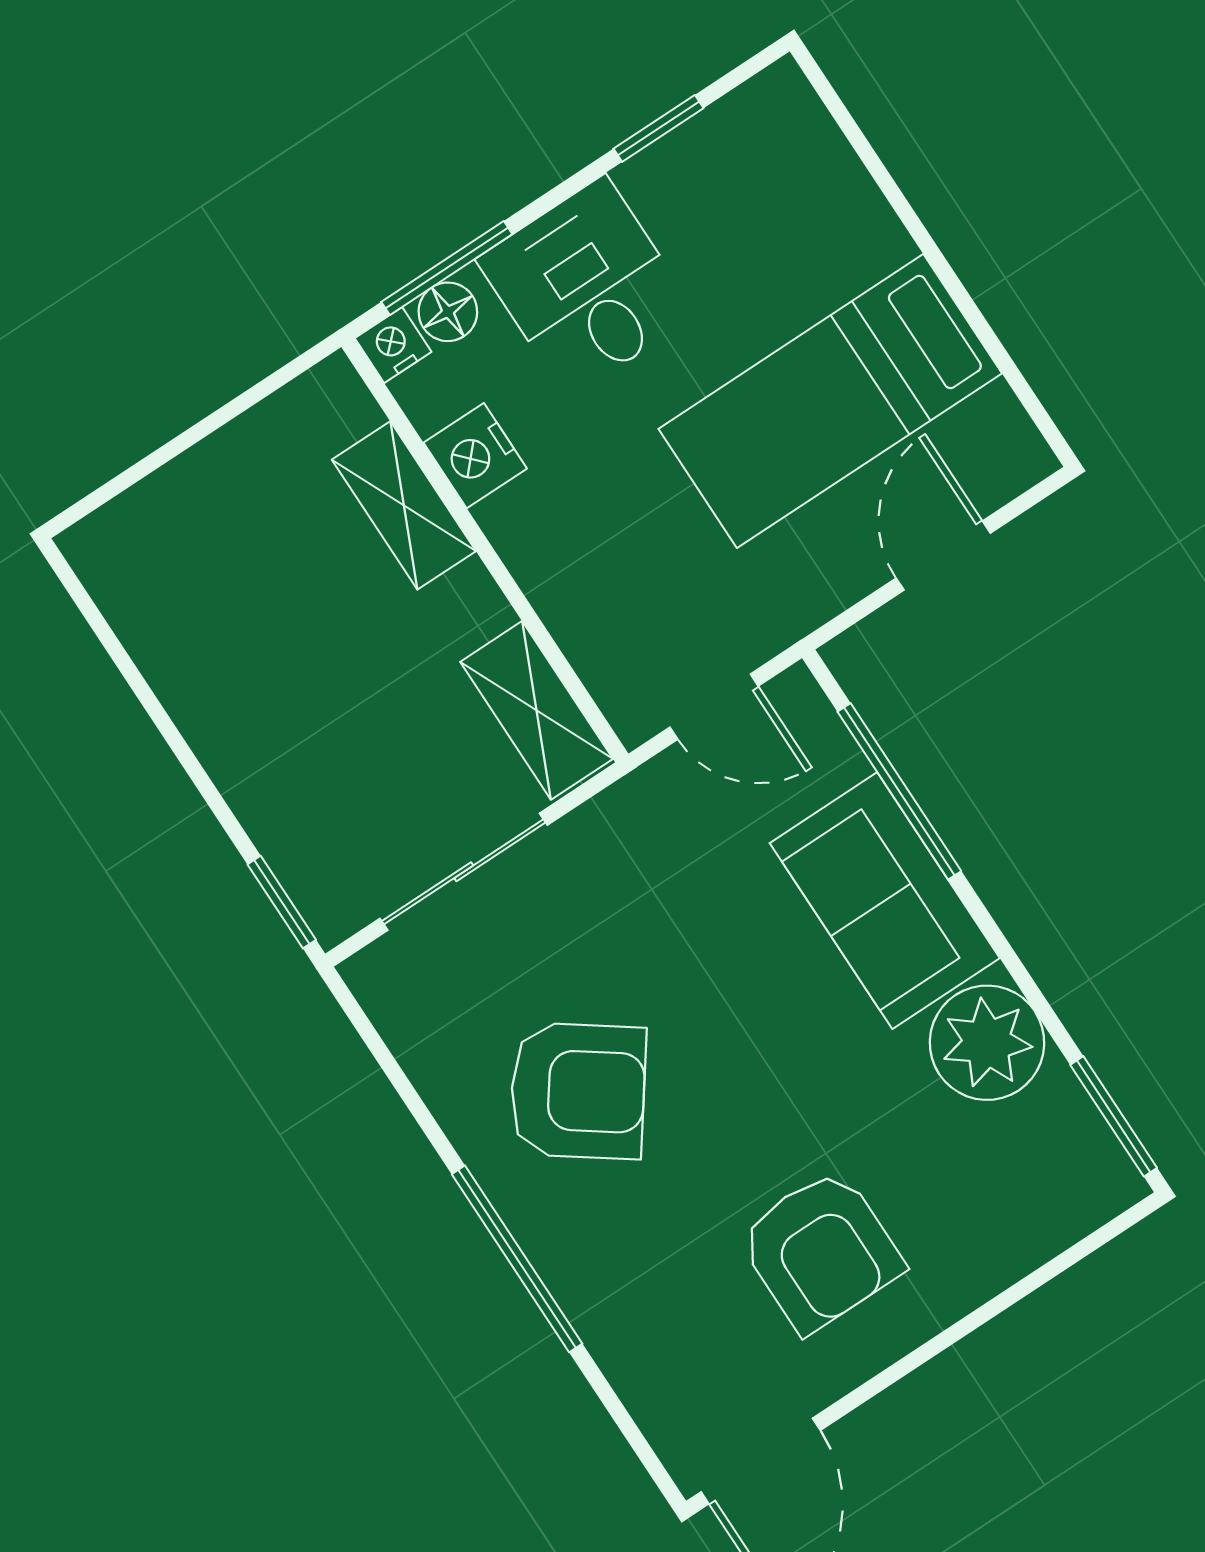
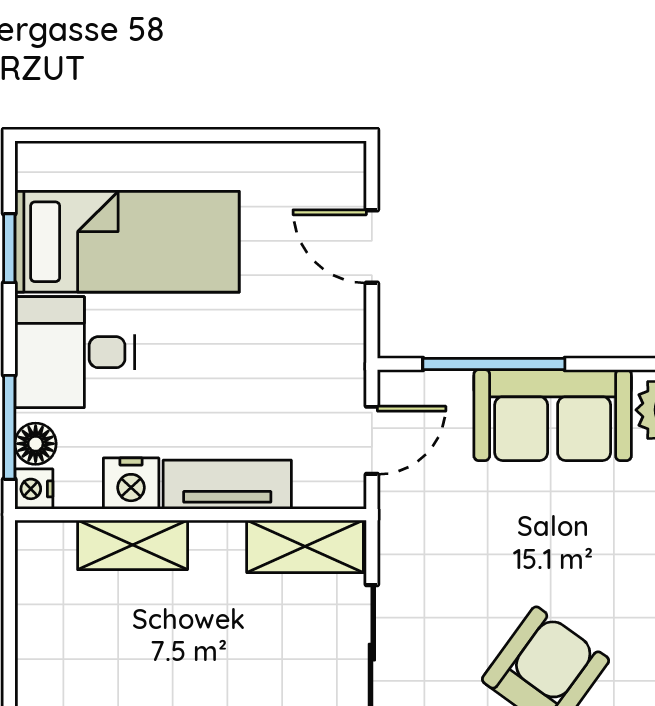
bed: (830, 401) -> (127, 242), moved, turned -90
tv unit: (549, 570) -> (227, 485), added

